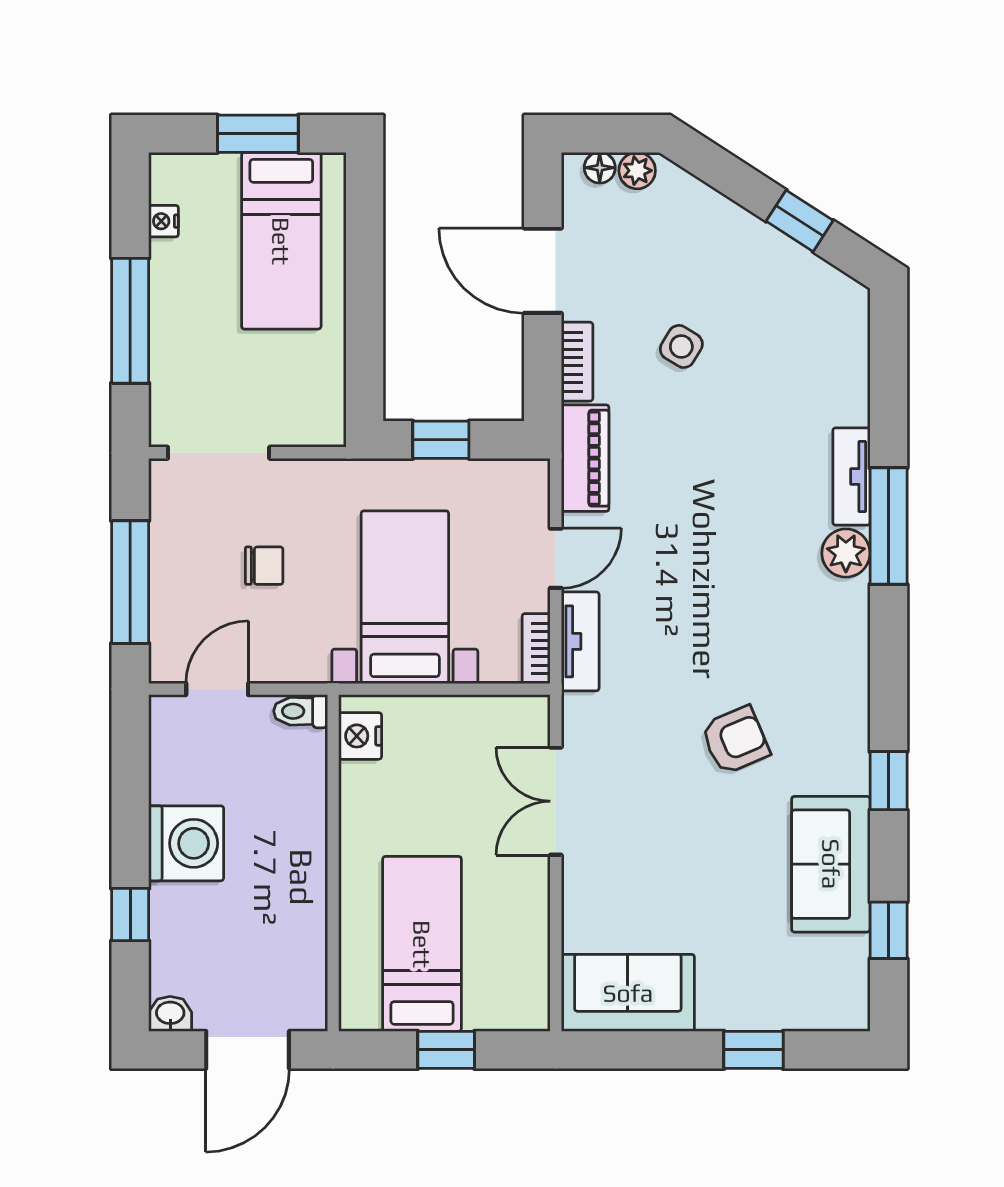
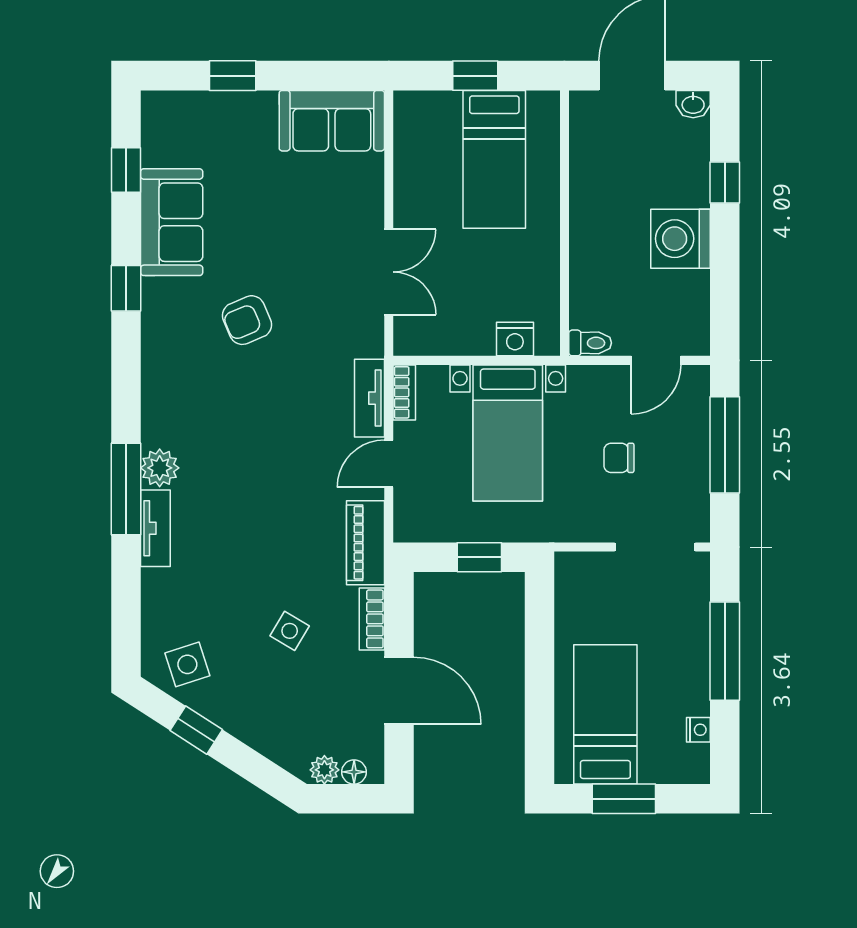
side table: (811, 304) -> (187, 664), added
nightstand: (360, 736) -> (515, 339), moved, turned 90

